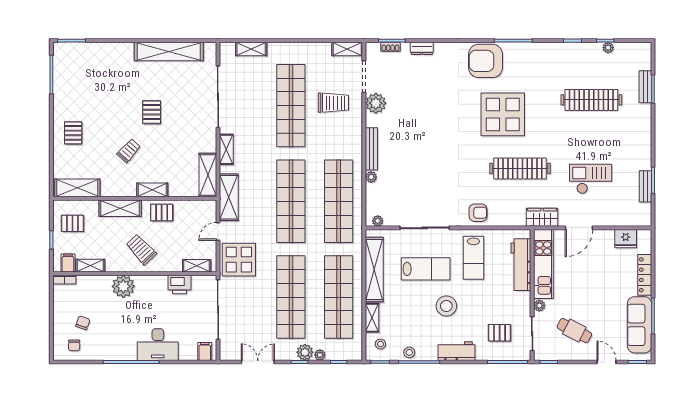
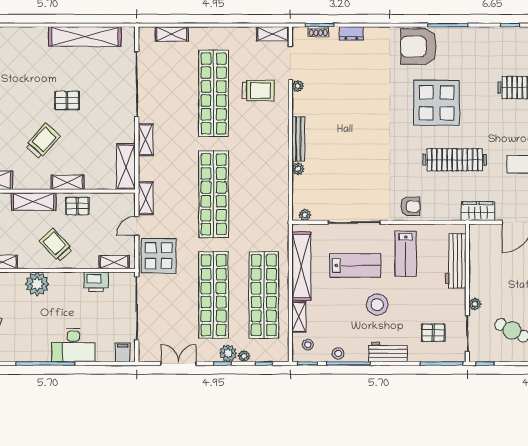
plant: (376, 103) -> (298, 86), width x0.53, depth x0.53
pallet: (152, 112) -> (67, 100), turned 90
trolley: (129, 151) -> (43, 141), width x1.36, depth x1.39
shelving: (229, 197) -> (146, 198), width x0.67, depth x0.75
shop shelf: (339, 201) -> (264, 194), removed
kitchen unit: (543, 264) -> (479, 260), removed

